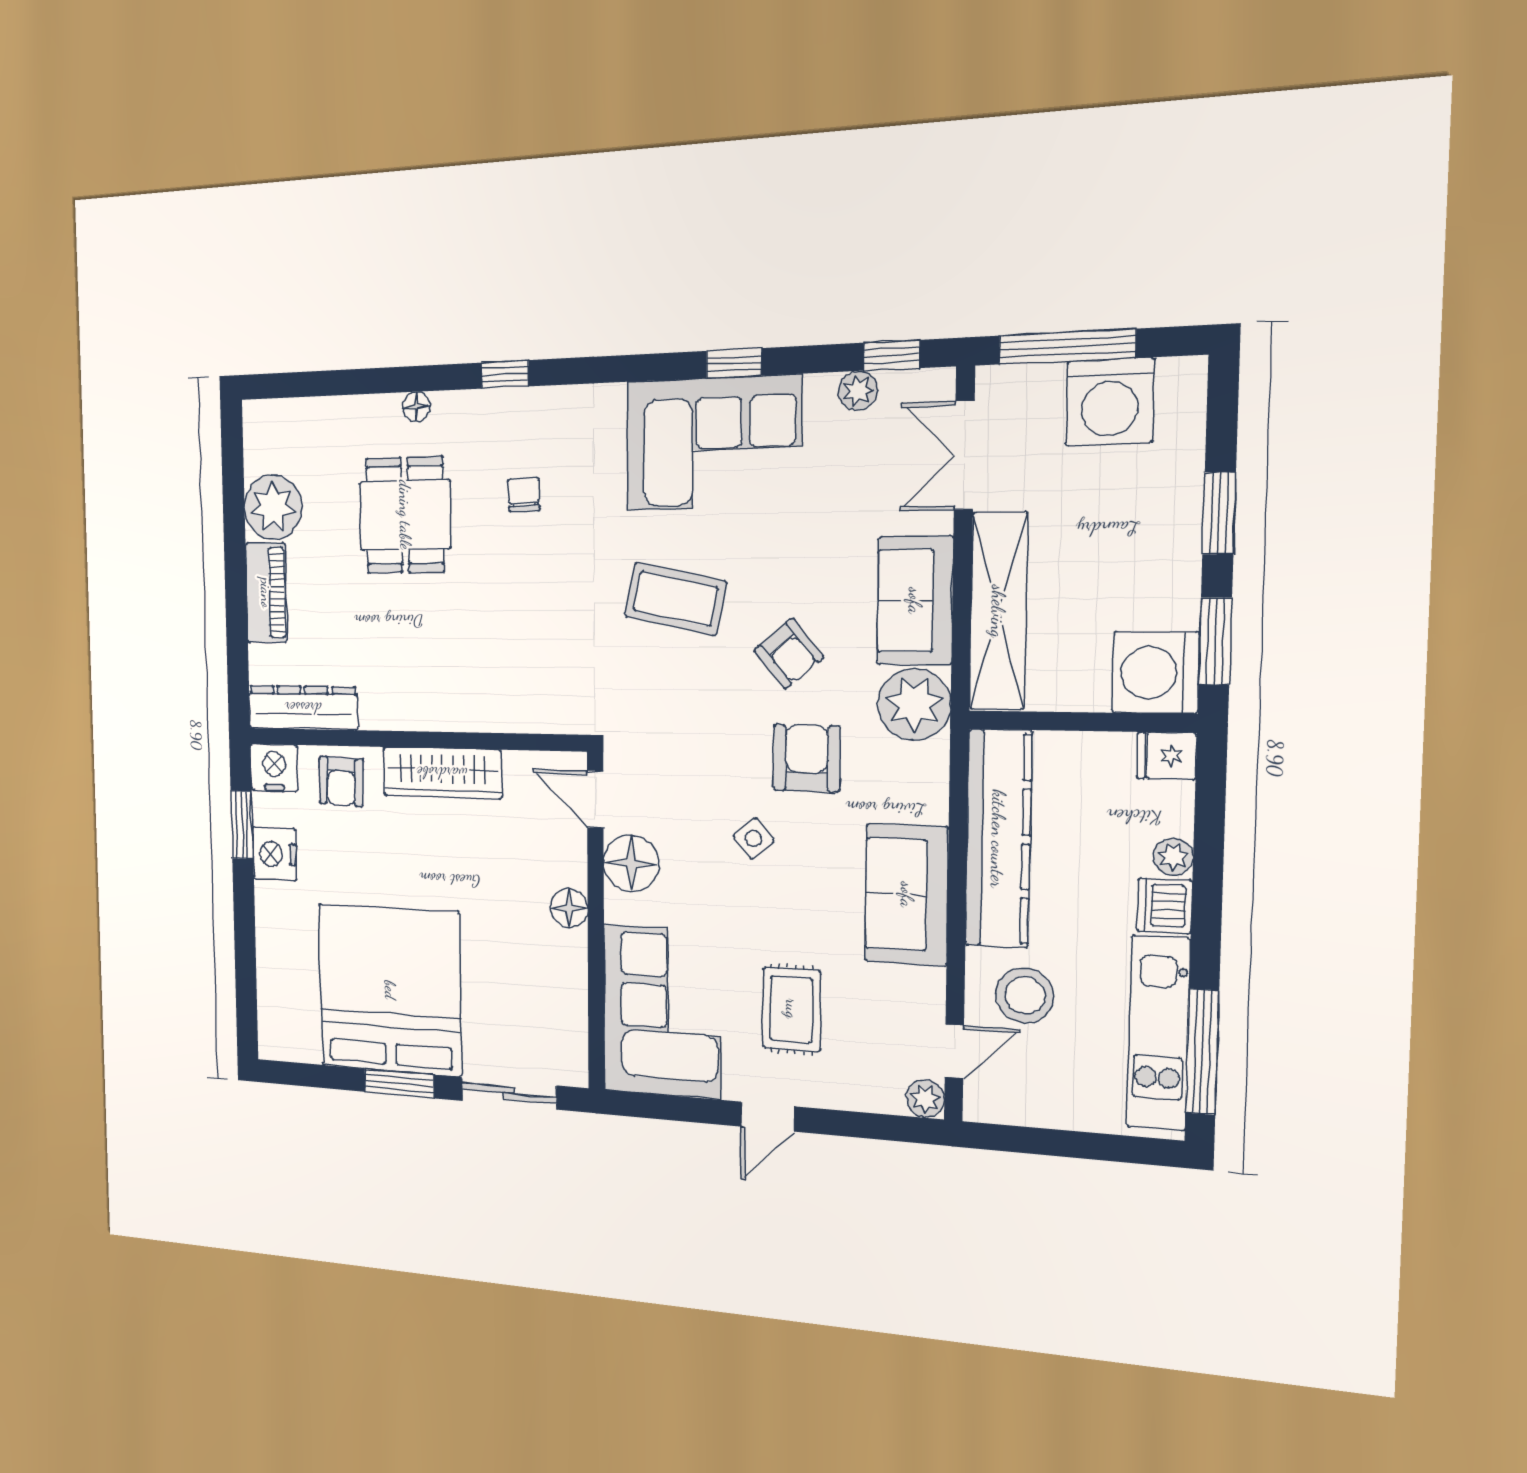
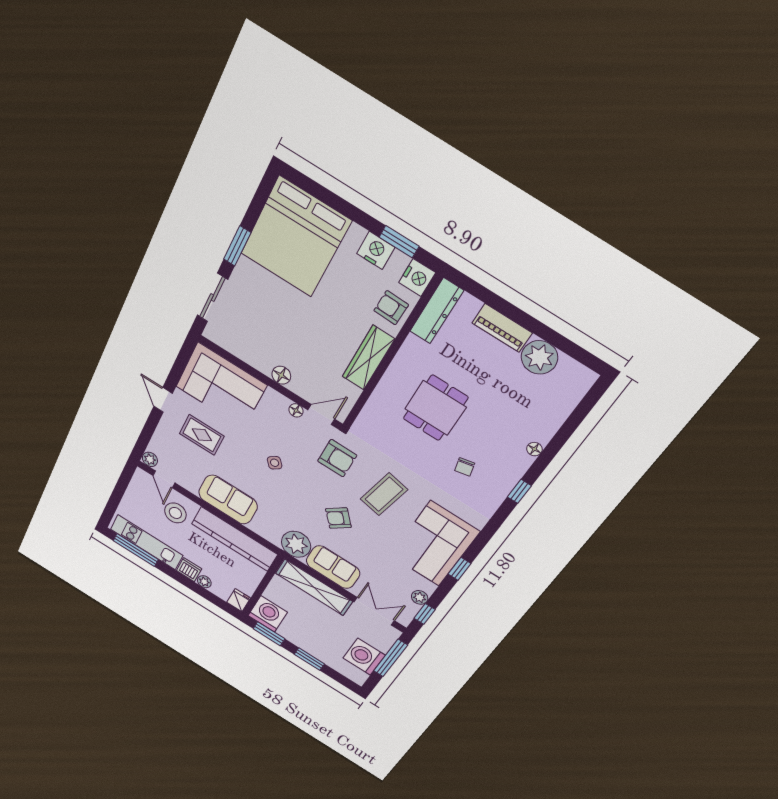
chair: (524, 494) -> (465, 467), turned 79
dining table: (405, 515) -> (435, 408), moved, turned 90
armchair: (807, 758) -> (337, 458), moved
floor lamp: (631, 863) -> (296, 410), width x0.53, depth x0.53
bed: (390, 990) -> (295, 237), moved, turned 90

